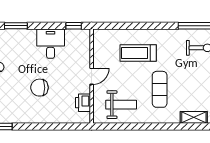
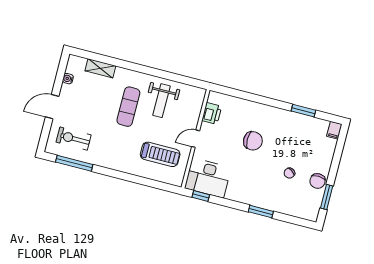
desk: (51, 44) -> (208, 178), moved, width x1.37
treadmill: (138, 53) -> (160, 154), moved
weight bench: (121, 105) -> (162, 101), moved, turned -90

